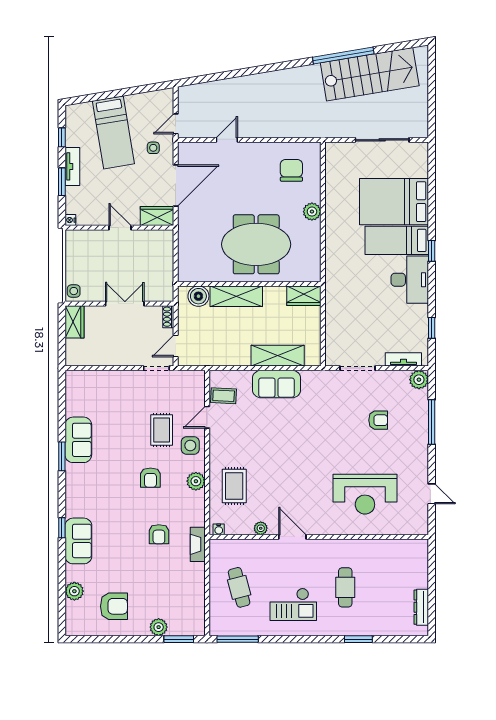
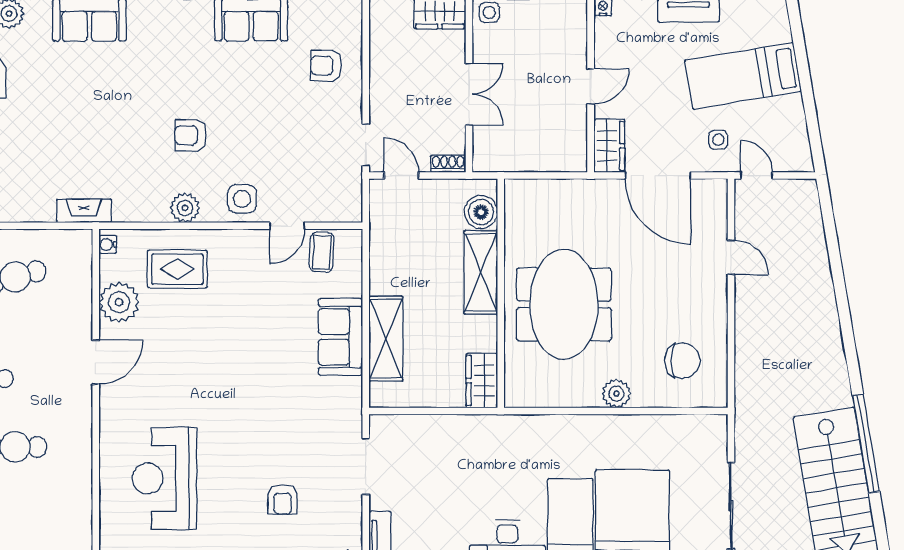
door: (207, 417) -> (287, 226), swing flipped
rug: (162, 430) -> (267, 153), removed
plant: (261, 528) -> (119, 302), width x1.87, depth x1.87
armchair: (159, 534) -> (326, 65), moved

